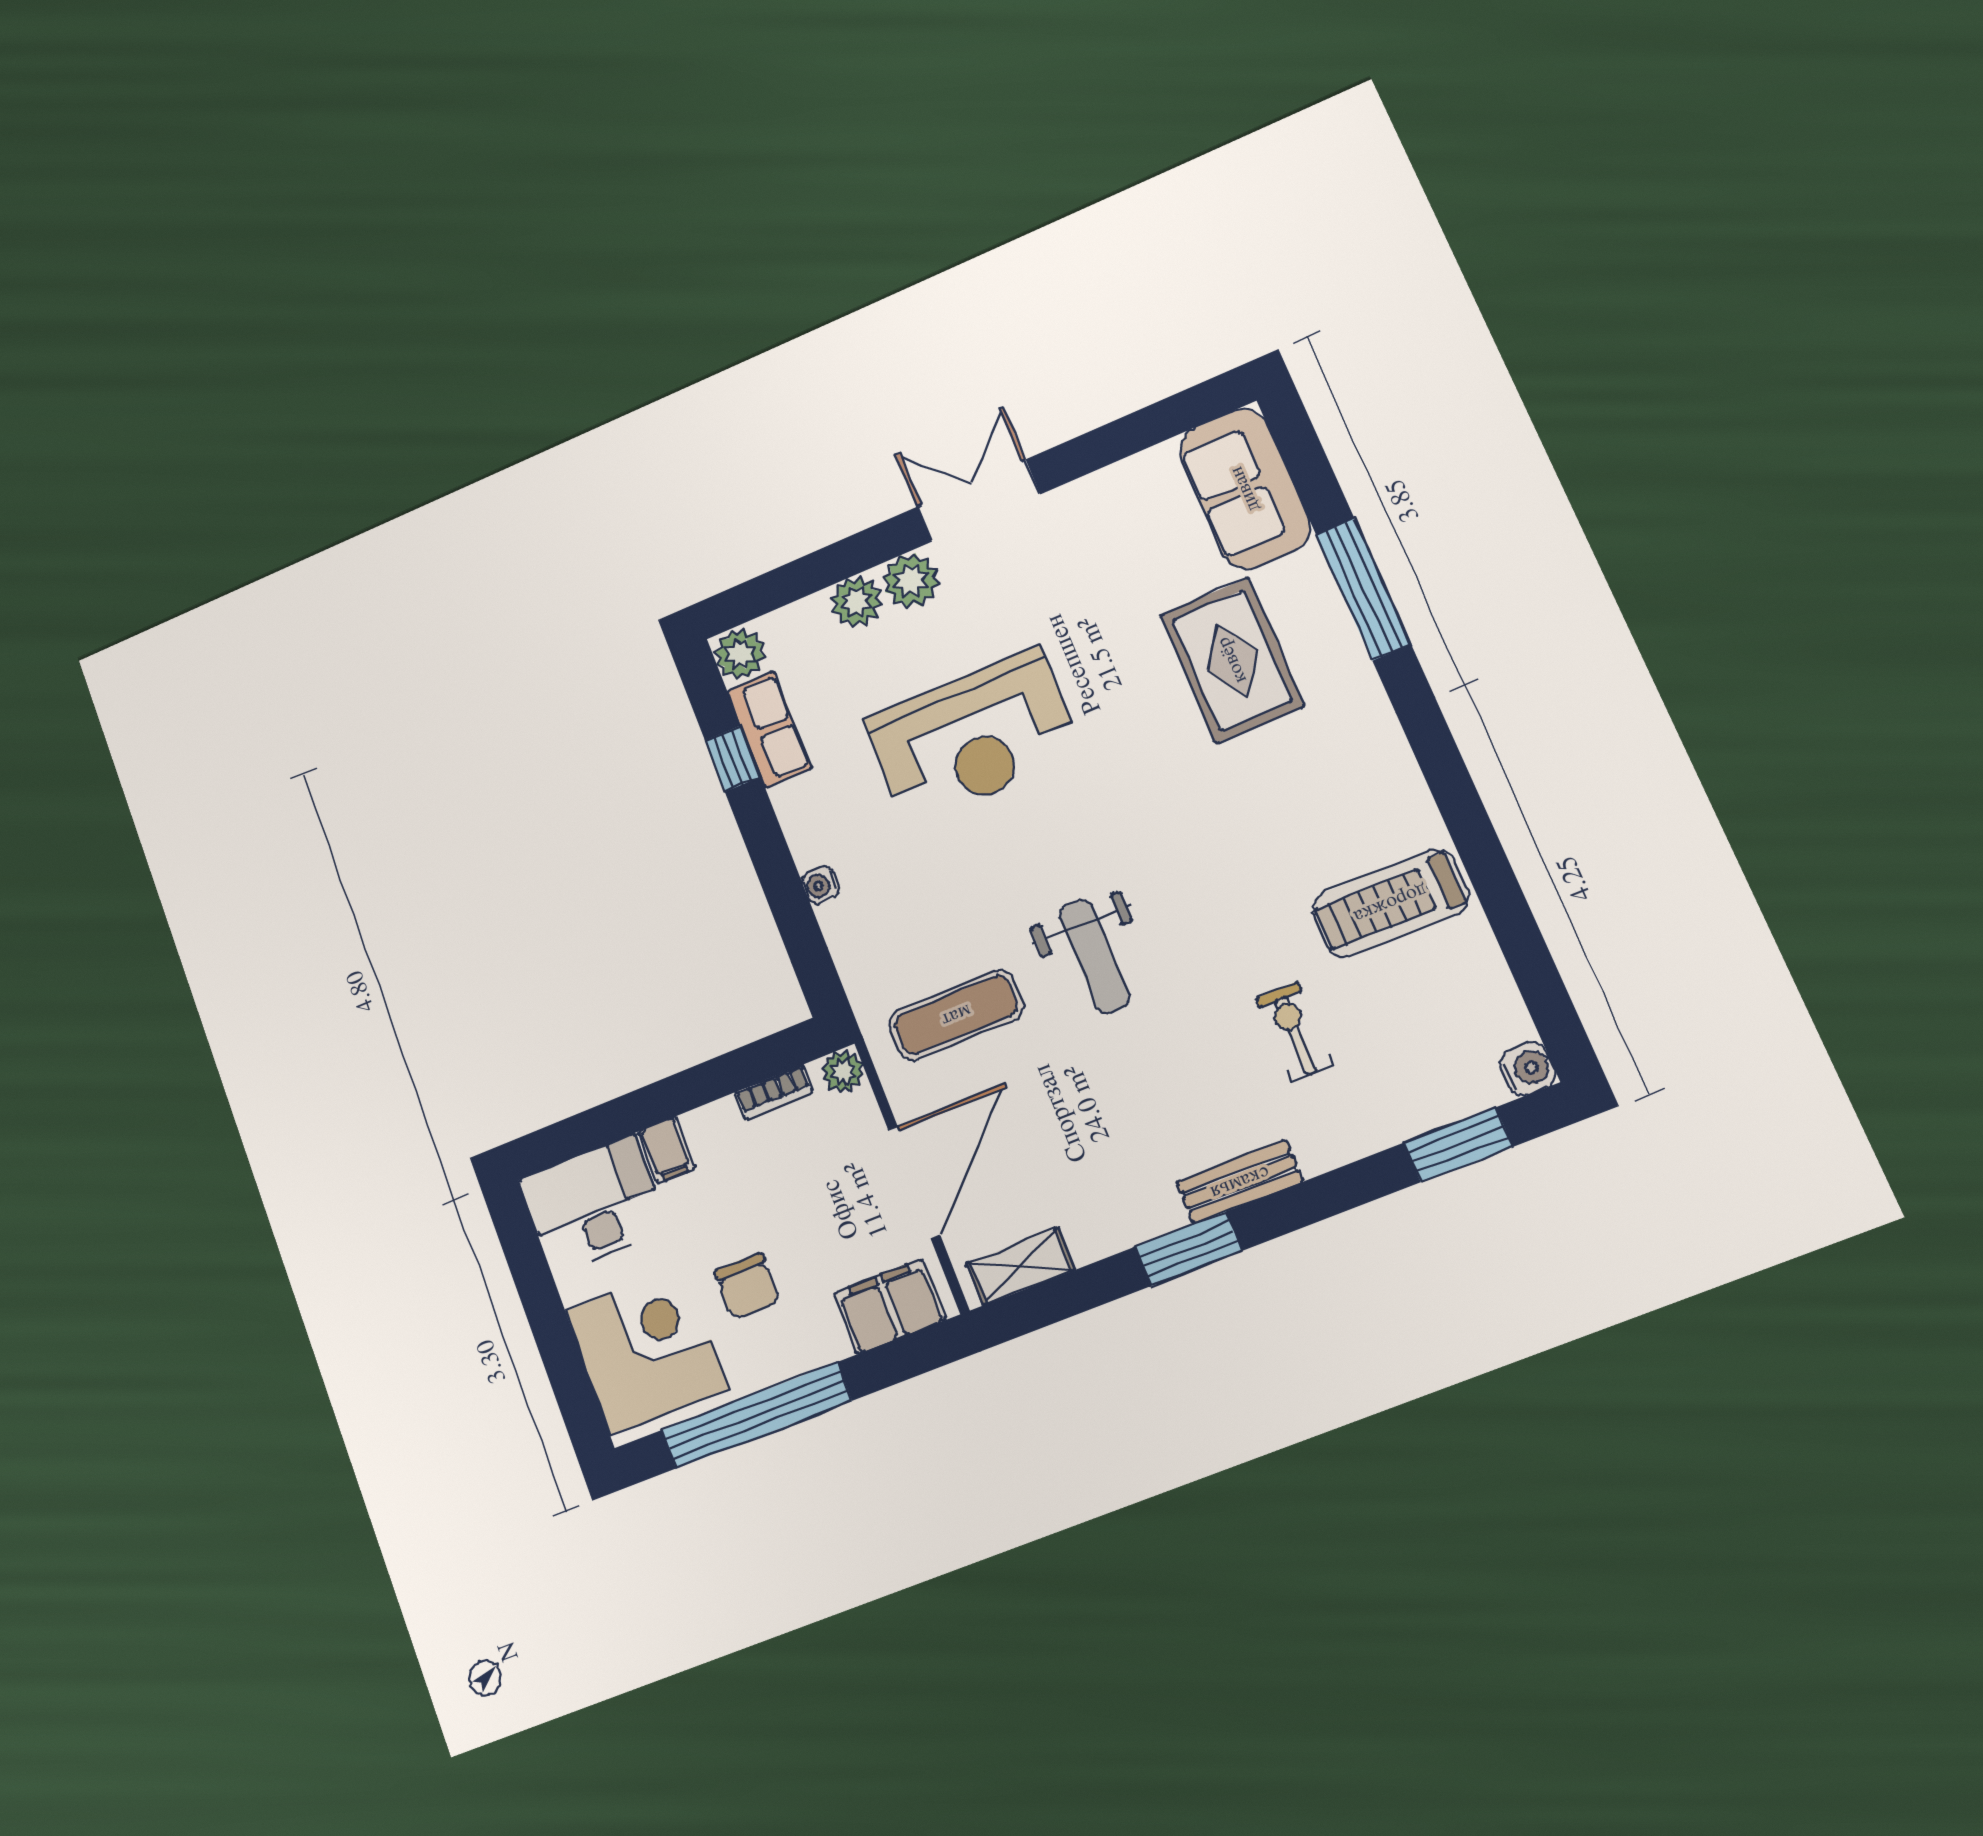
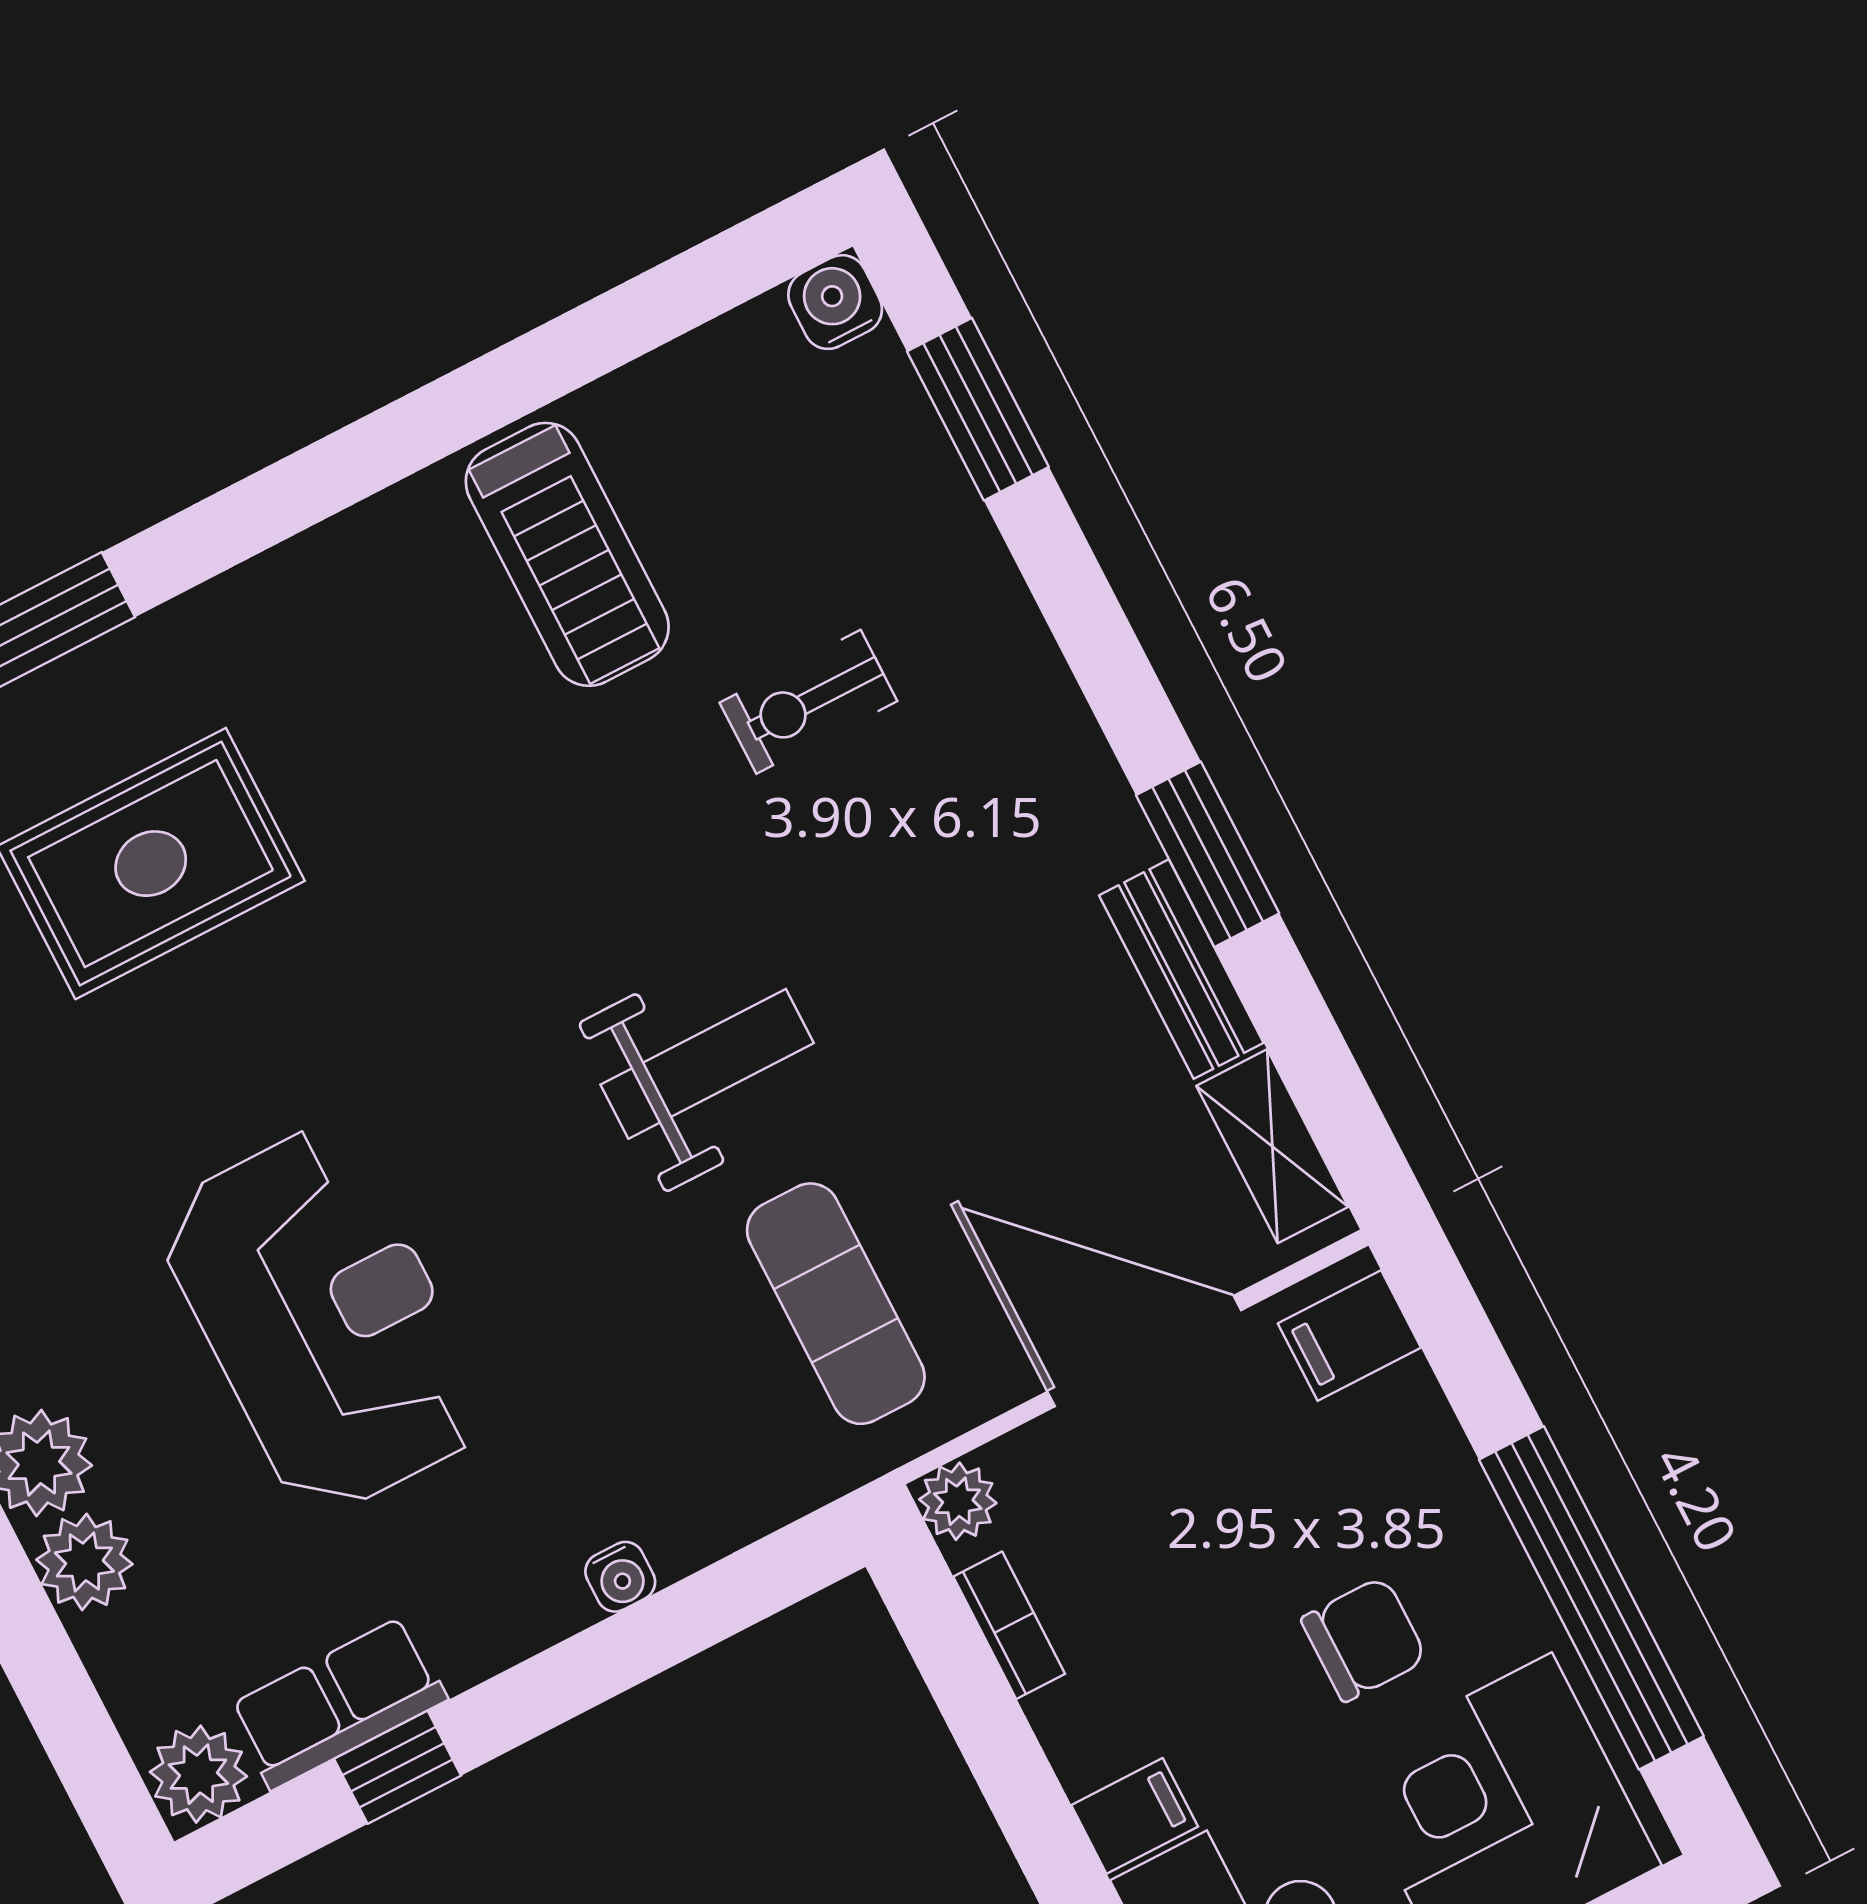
bench: (1240, 1182) -> (1181, 969), moved
filing cabinet: (890, 1306) -> (1349, 1335), width x0.50

